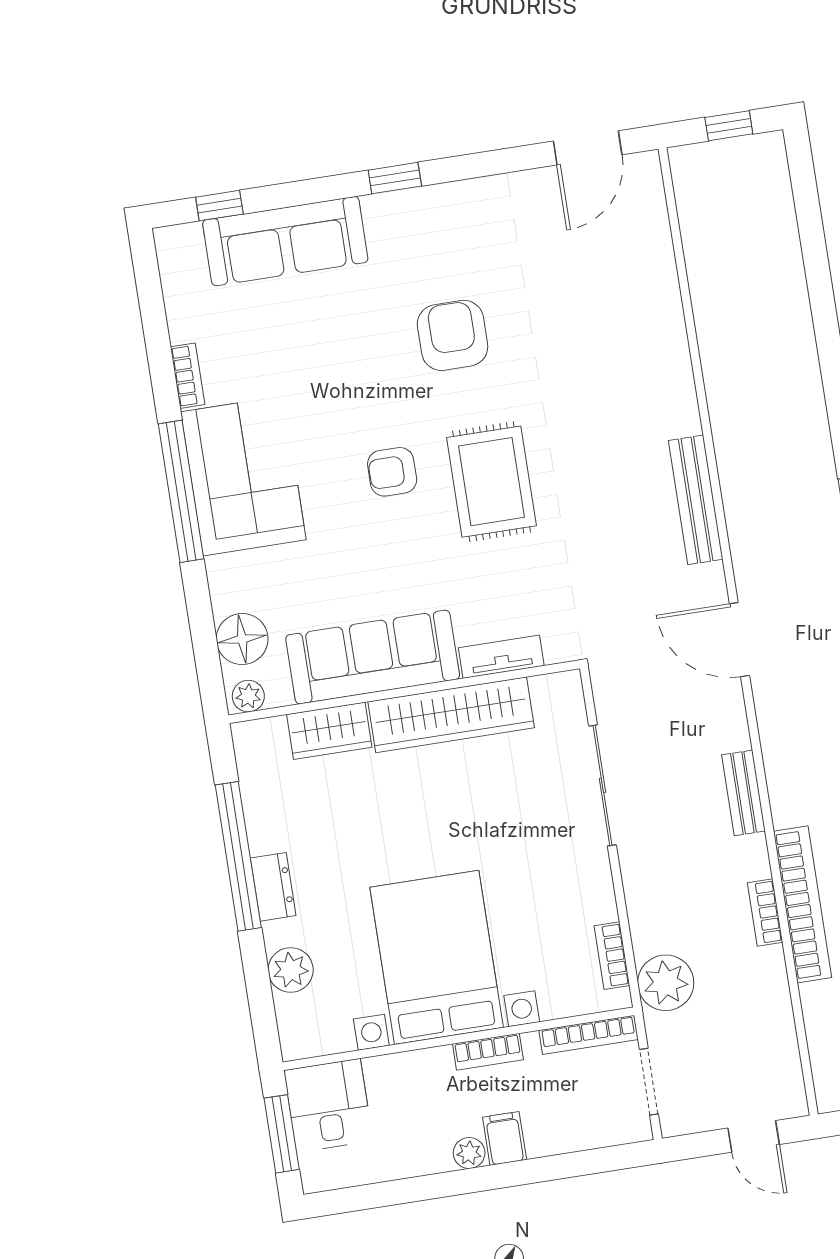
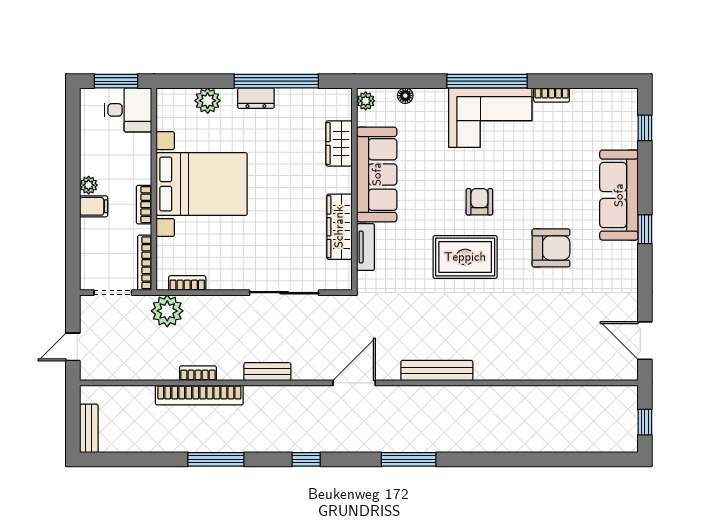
sofa: (285, 241) -> (619, 195), moved
floor lamp: (242, 639) -> (405, 96), width x0.53, depth x0.53
wardrobe: (451, 715) -> (339, 227), width x0.71, depth x0.85

